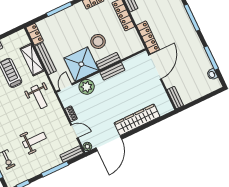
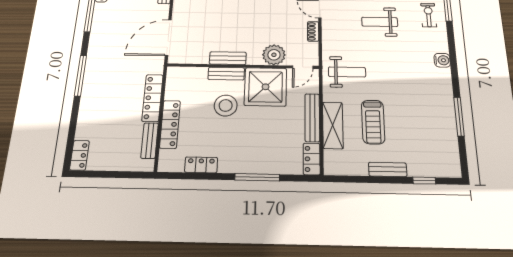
locker: (148, 37) -> (152, 98), moved
weight bench: (39, 97) -> (347, 72), turned 90

